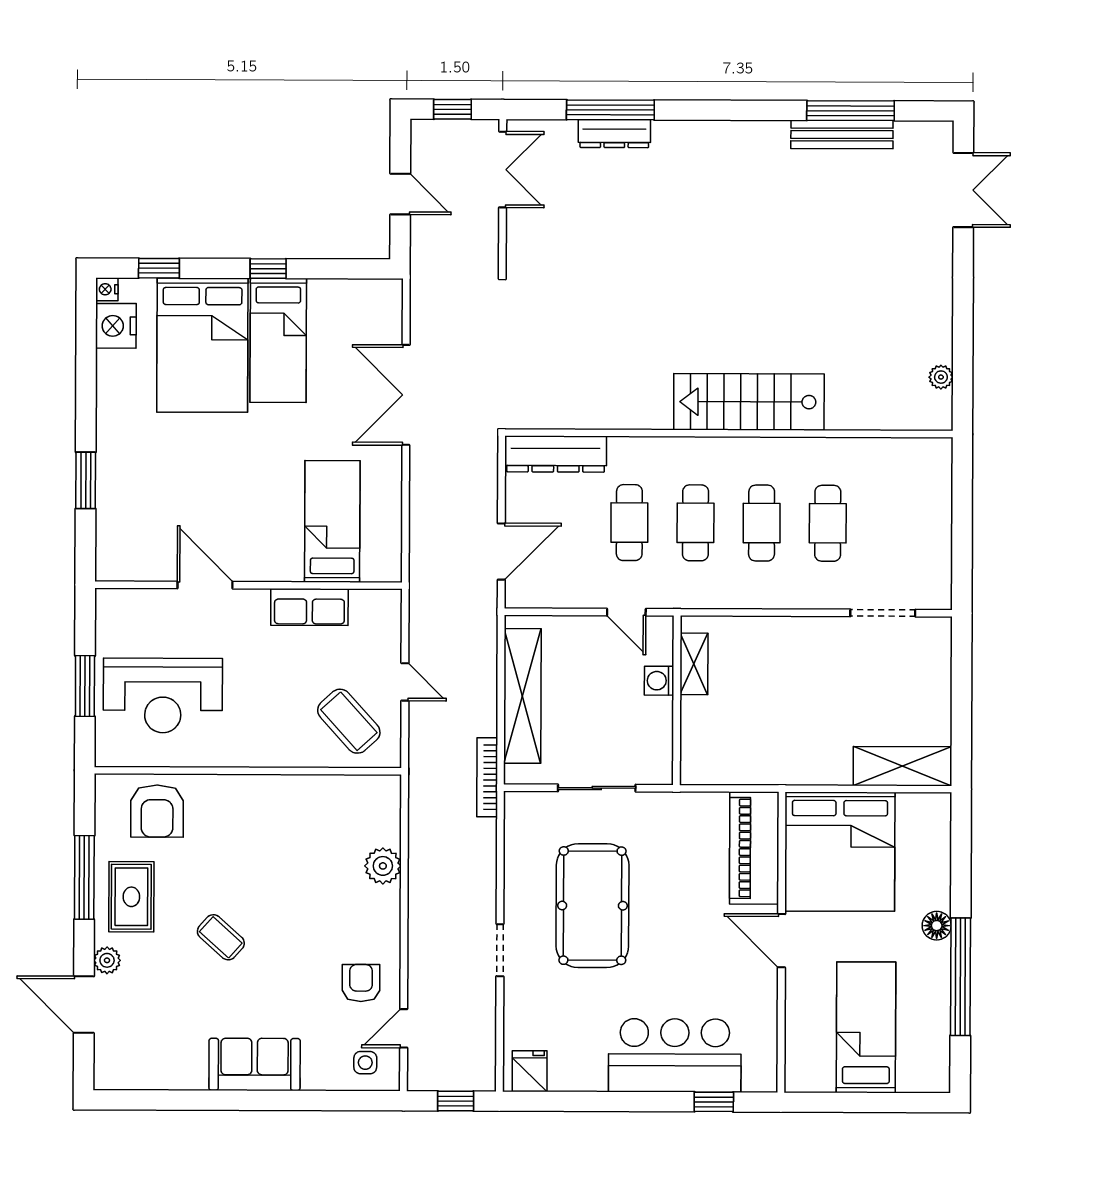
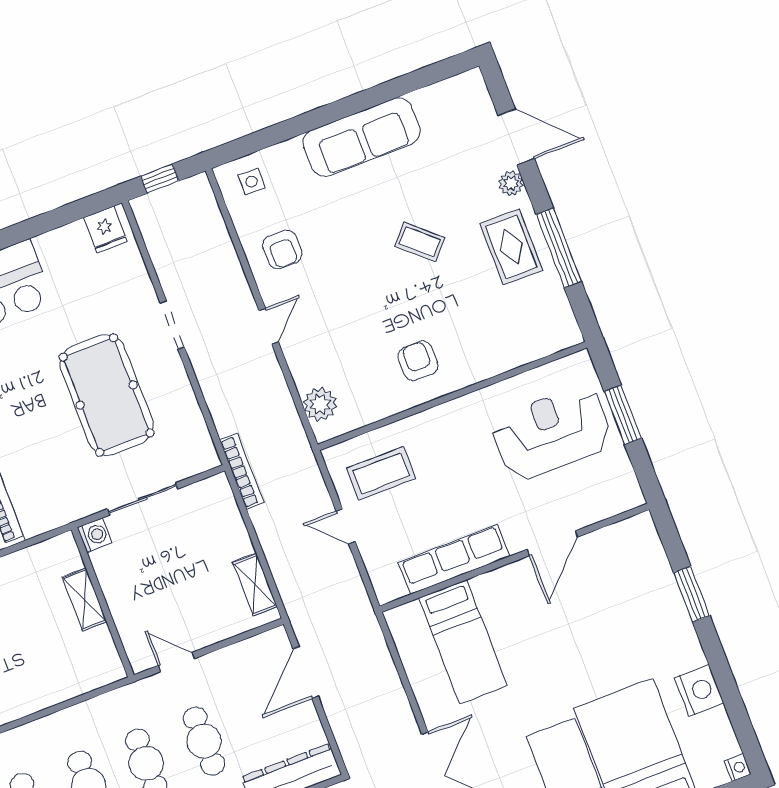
nightstand: (116, 326) -> (699, 691), moved
door: (205, 585) -> (552, 543), hinge flipped
row of seats: (309, 607) -> (454, 559), width x1.48
shelving: (694, 664) -> (84, 599), moved
washing machine: (659, 681) -> (95, 535), moved
shelving: (522, 696) -> (255, 585), width x0.45, depth x0.75
coffee table: (349, 721) -> (381, 473), turned -48
armchair: (157, 811) -> (418, 361), moved, width x0.72, depth x0.72
plant: (383, 866) -> (320, 404), moved
door: (404, 1028) -> (269, 326), moved
sofa: (255, 1064) -> (362, 137), width x1.36

